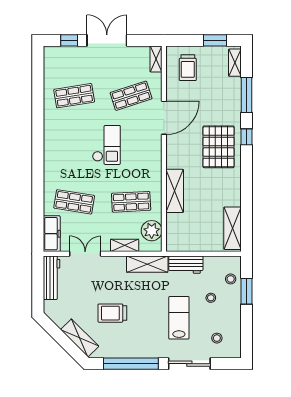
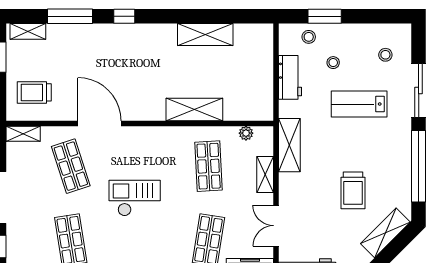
trolley: (188, 68) -> (34, 92), turned 180
pallet: (219, 147) -> (137, 53), removed
shelving: (232, 228) -> (205, 34), moved
plant: (152, 231) -> (246, 133), width x0.53, depth x0.53
workbench: (186, 265) -> (290, 77), moved

